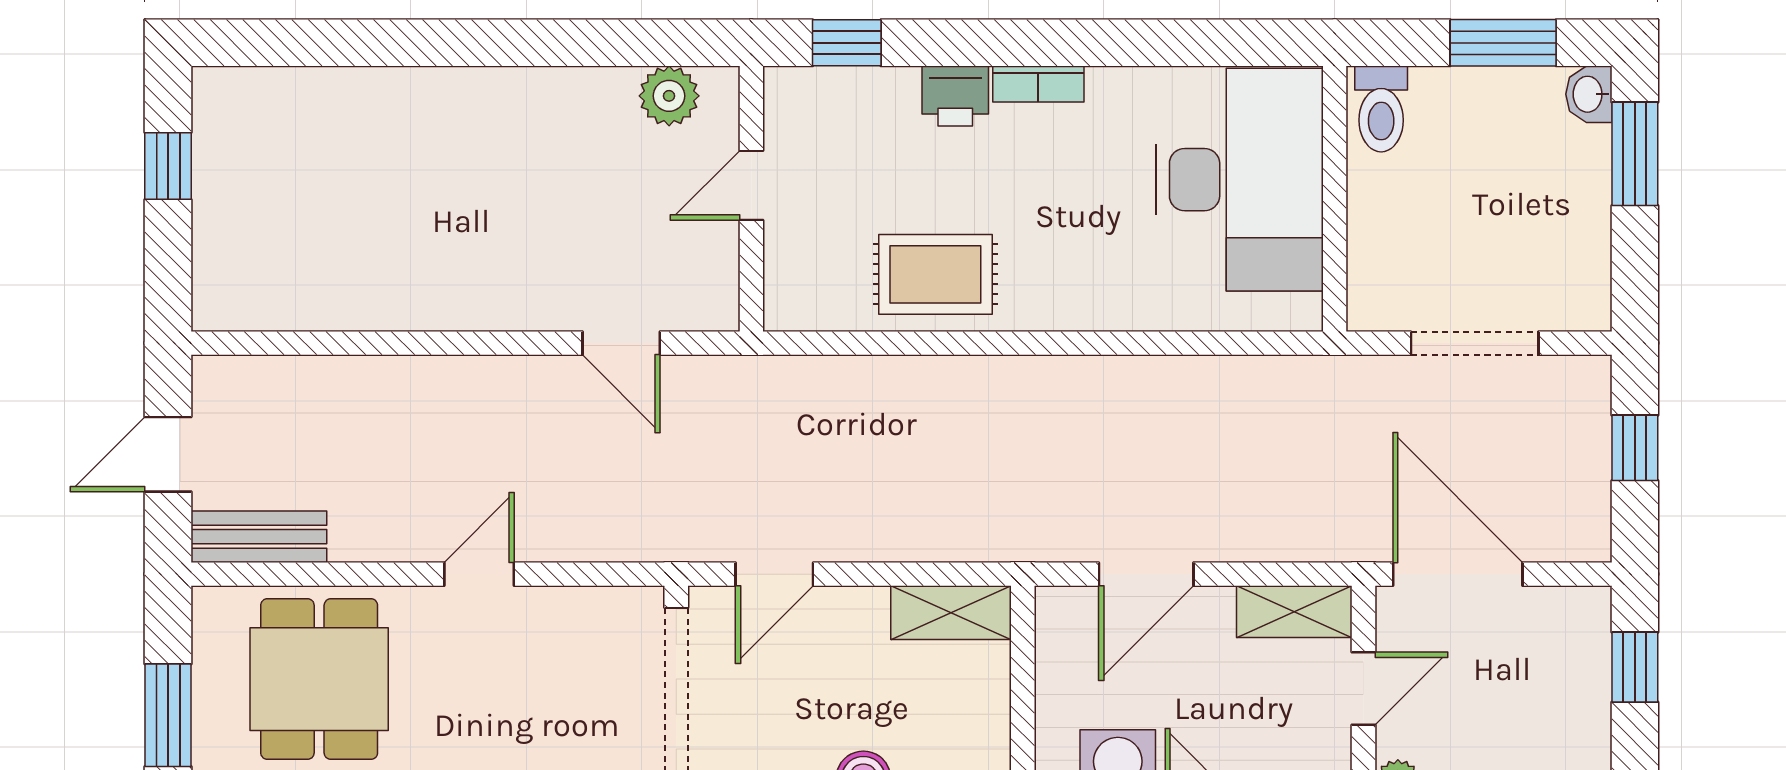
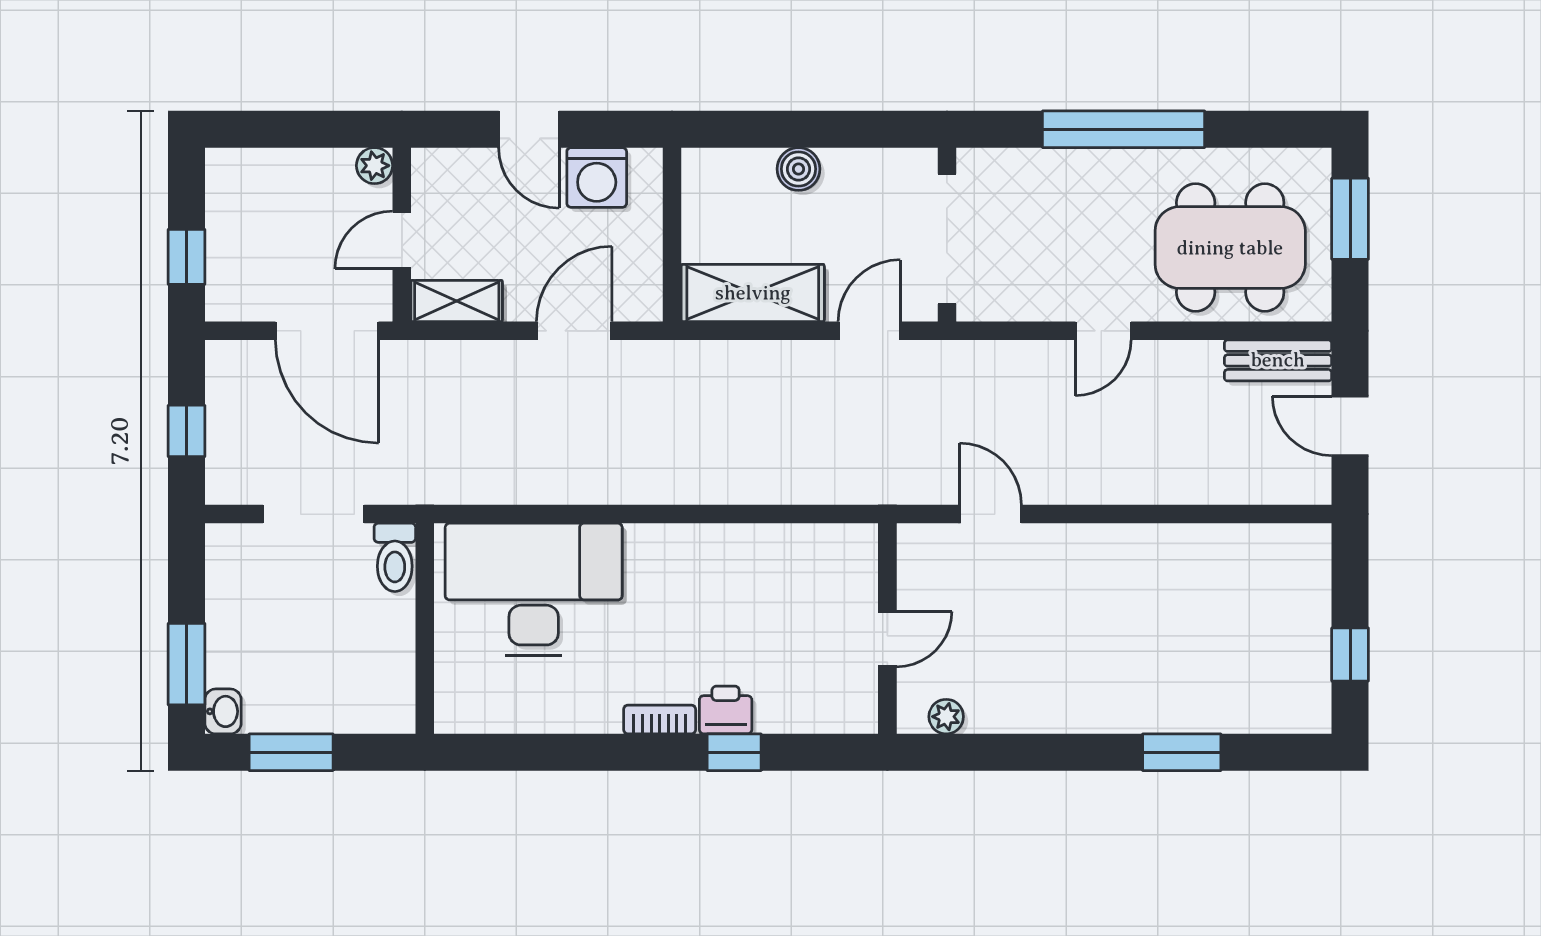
window: (380, 43) -> (1182, 752), added
window: (847, 43) -> (734, 752), moved
plant: (669, 96) -> (946, 717), width x0.73, depth x0.73
toilet: (1381, 109) -> (395, 557), moved, turned 180
desk: (1240, 180) -> (534, 589), moved, turned 90
rug: (935, 274) -> (741, 569), removed
door: (168, 454) -> (1350, 426), swing flipped
shelving: (951, 613) -> (753, 293), width x1.50, depth x1.33
dining table: (319, 679) -> (1230, 248), width x1.38

